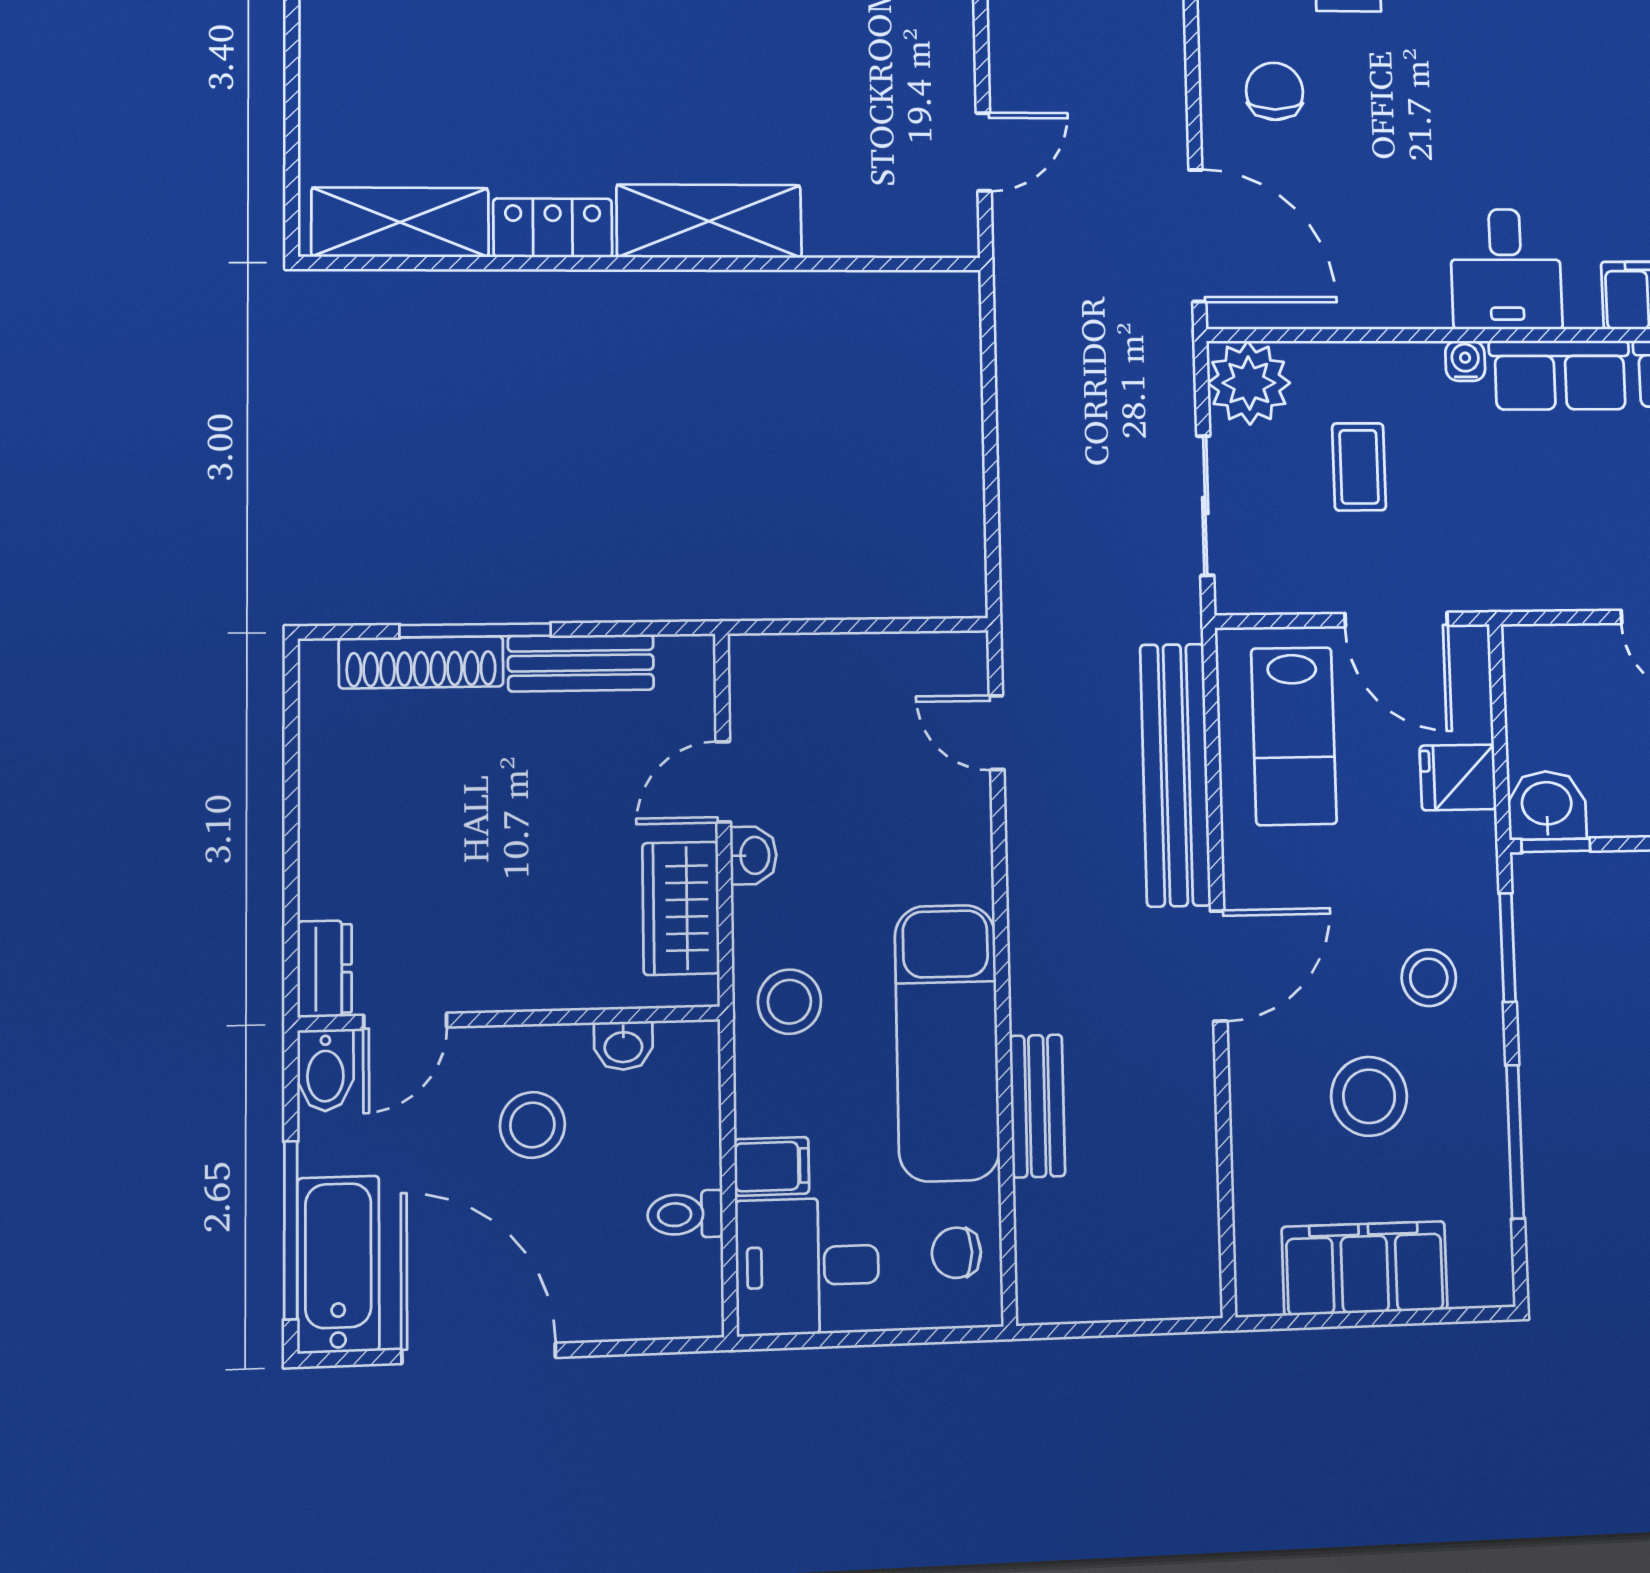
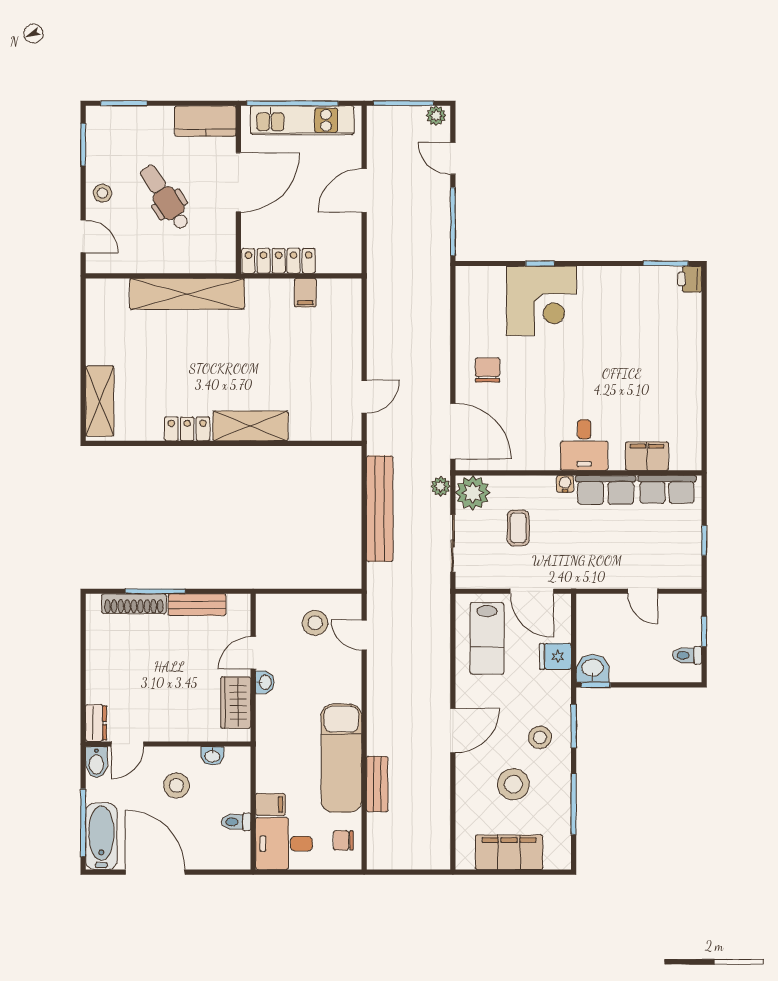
shelving: (400, 222) -> (100, 401), moved, turned 90
plant: (1172, 368) -> (441, 486), added
bench: (1175, 775) -> (380, 509), moved
stool: (789, 1002) -> (315, 623), moved

